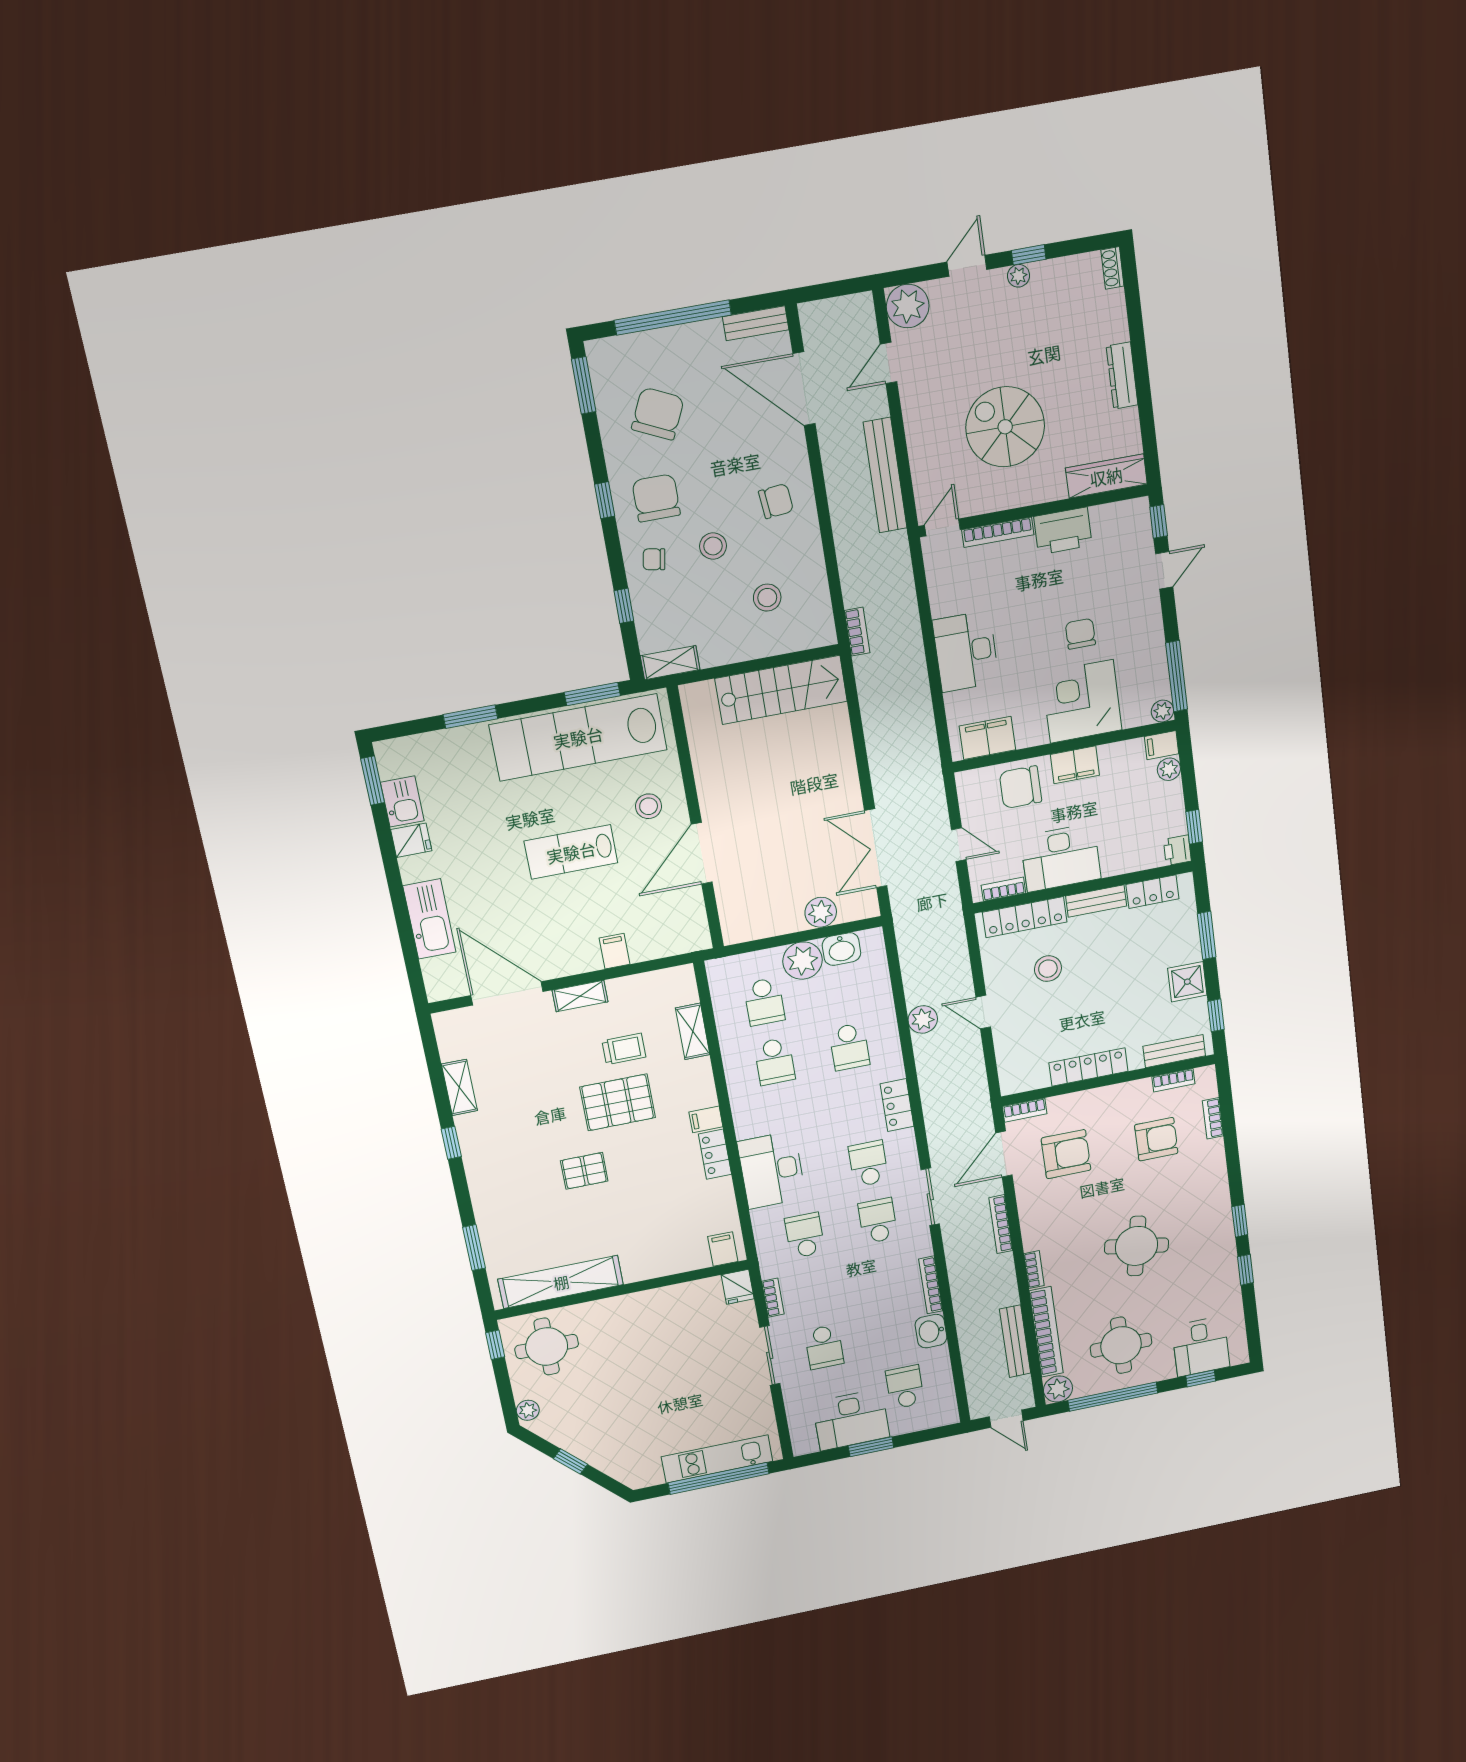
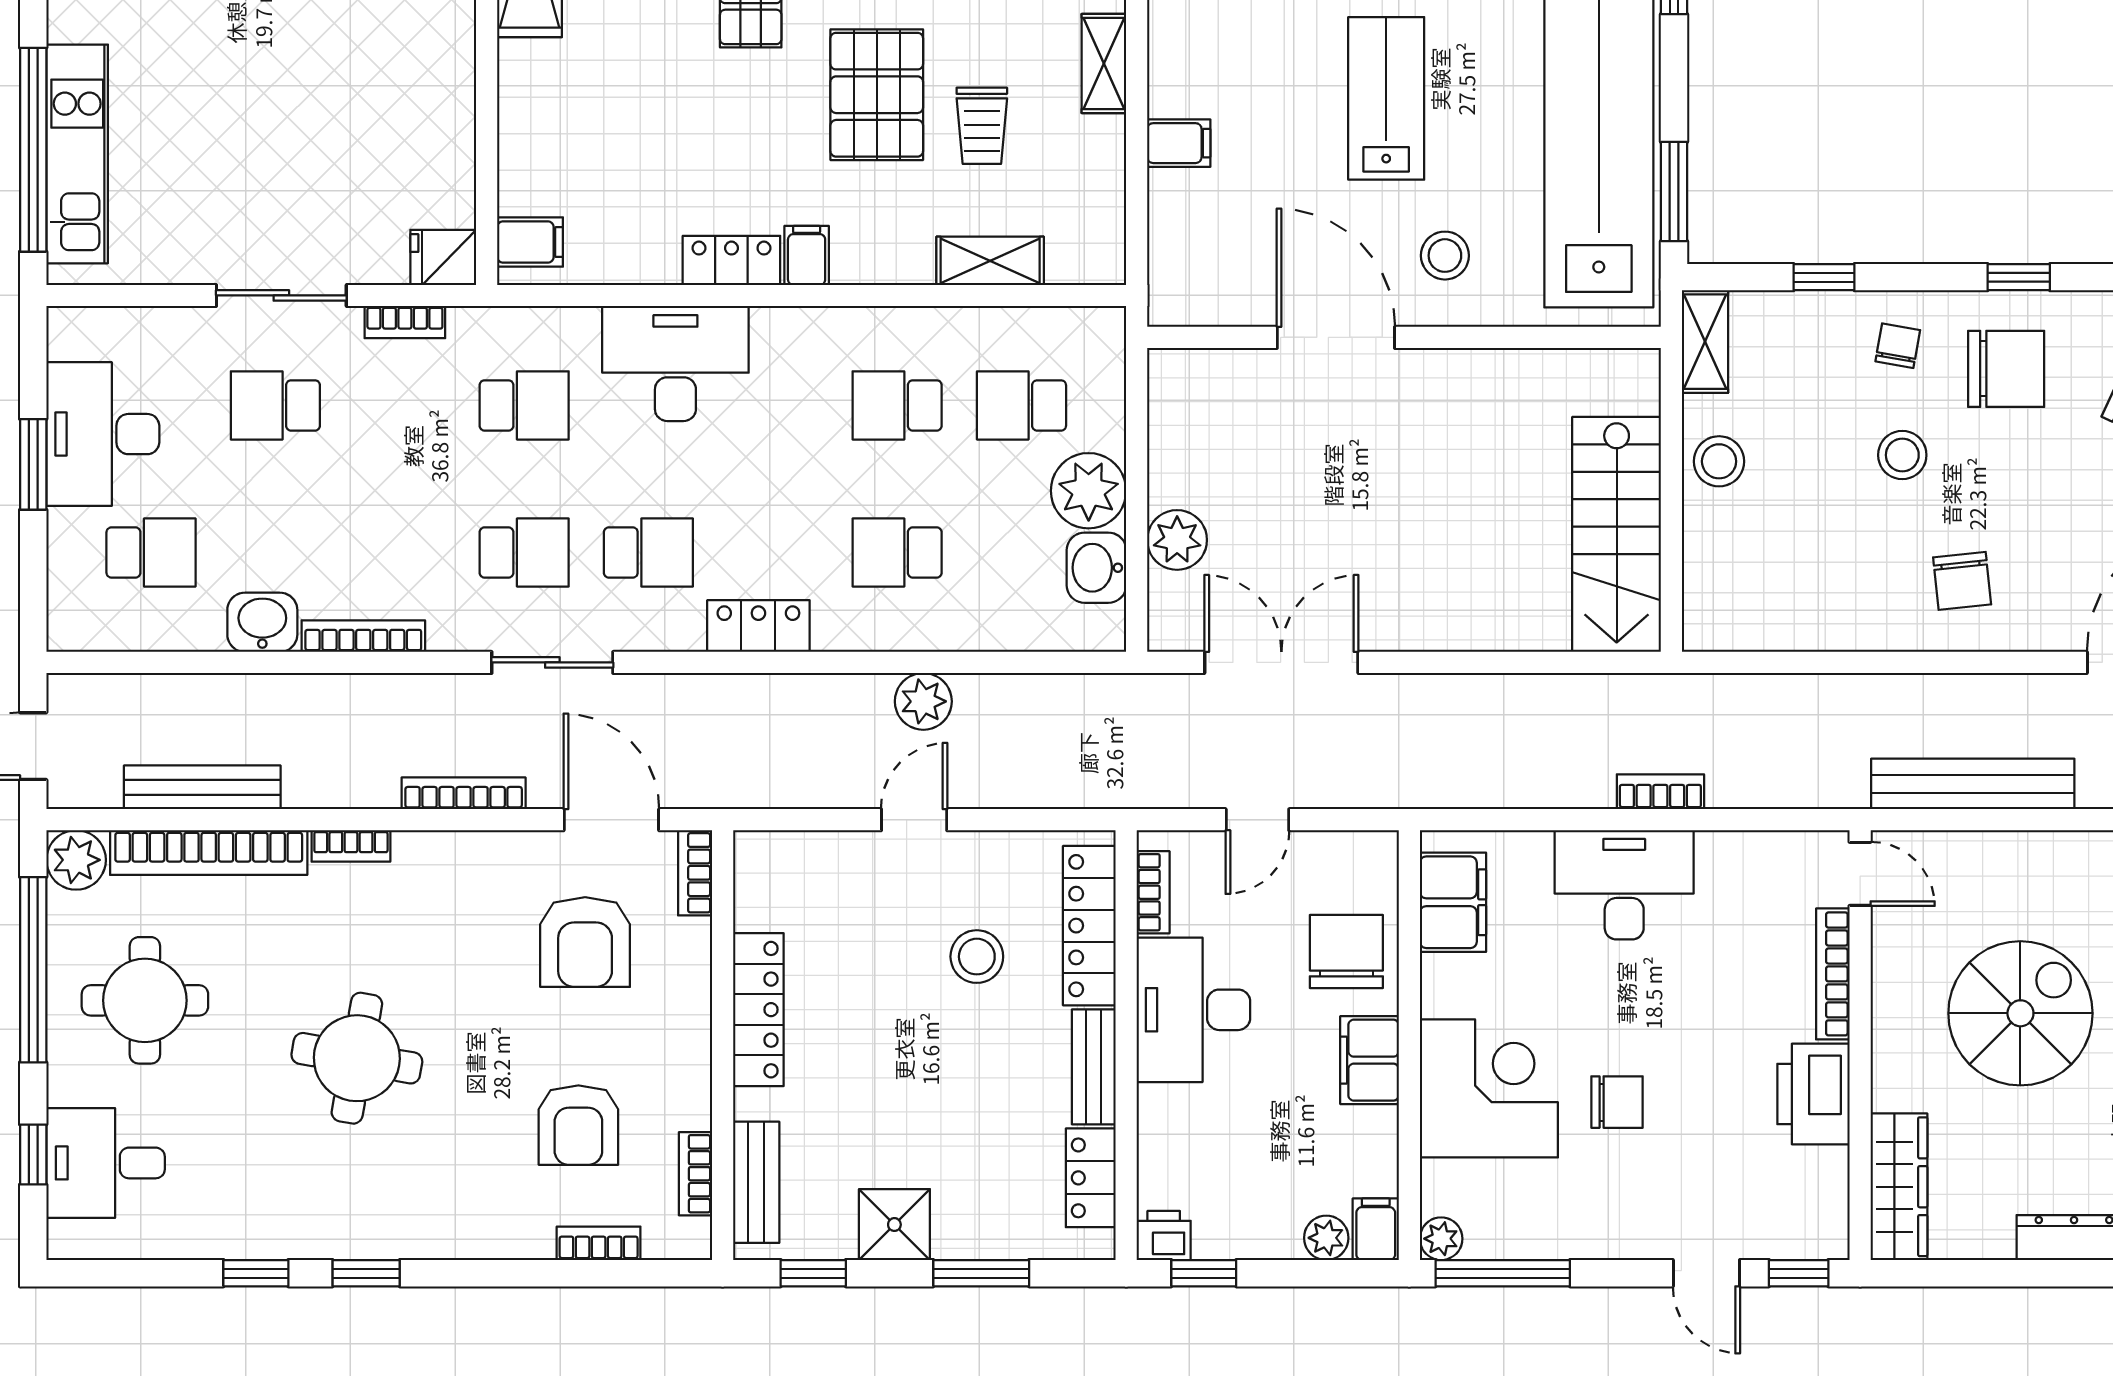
stool: (767, 598) -> (1719, 461), moved
bookcase: (857, 632) -> (1660, 792), moved, turned 180

